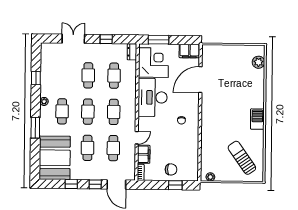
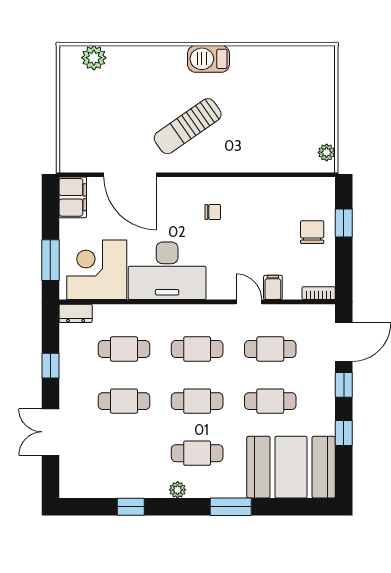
filing cabinet: (144, 154) -> (273, 287), width x0.50
sun lounger: (242, 158) -> (188, 126), moved

